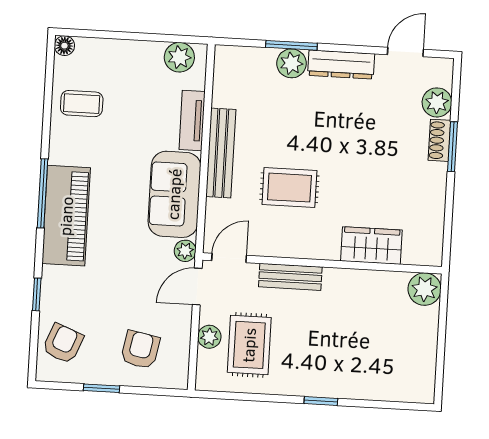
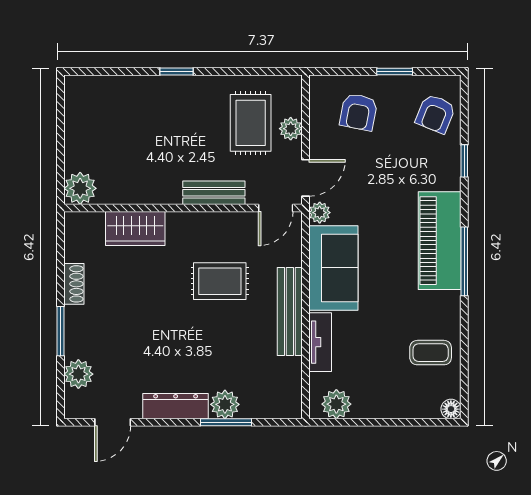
shoe rack: (439, 140) -> (74, 284), moved

